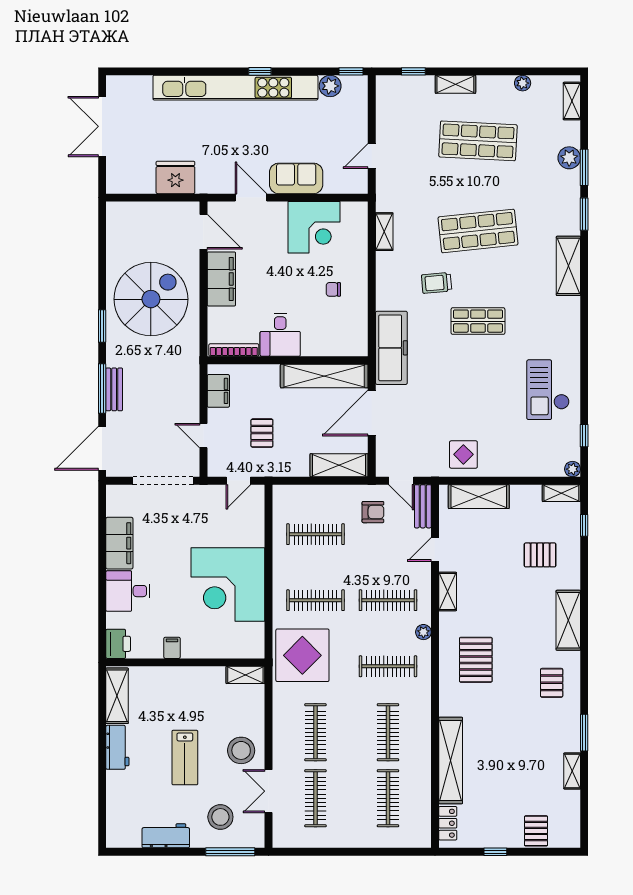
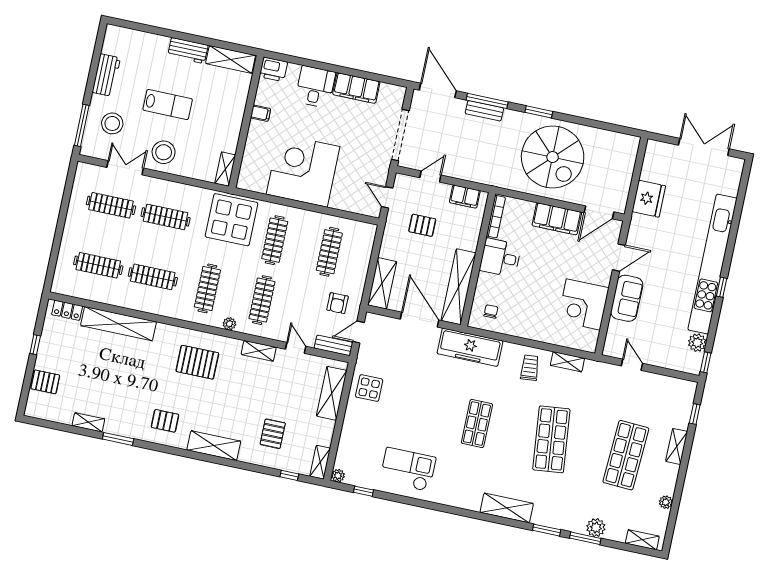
trolley: (437, 283) -> (530, 368), moved
chair: (333, 289) -> (491, 311), moved
lab bench: (185, 758) -> (168, 105), turned 180

